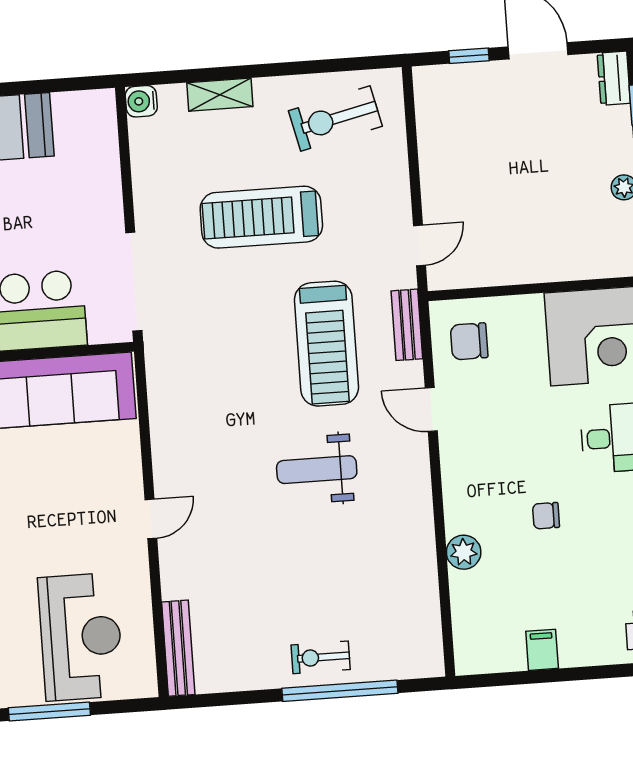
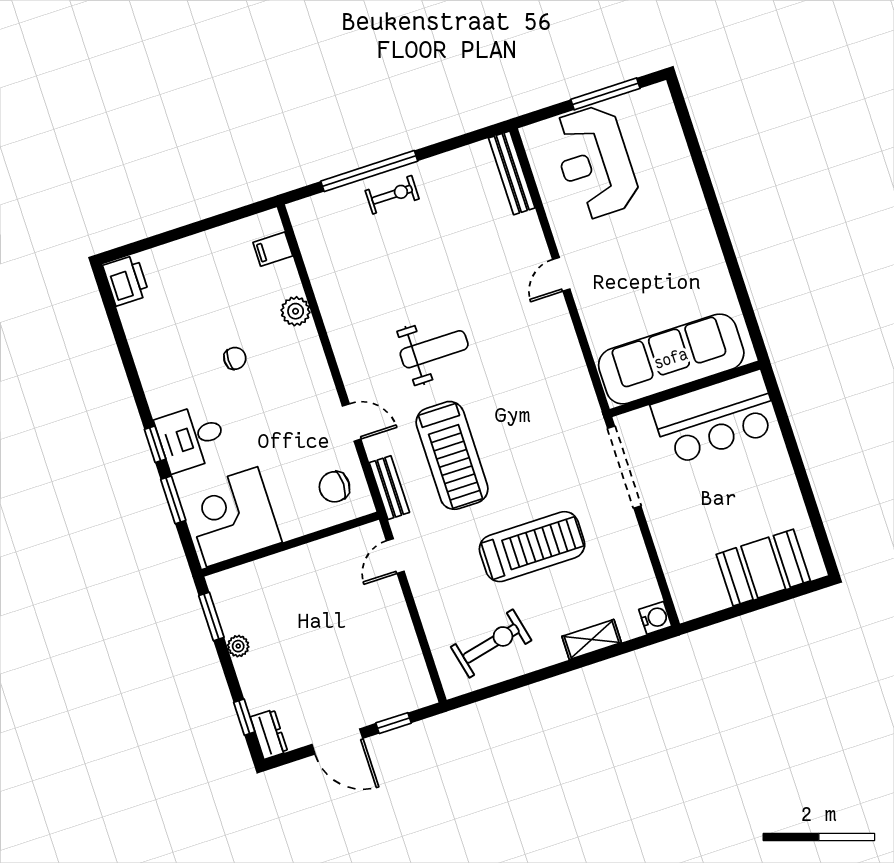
chair: (469, 341) -> (334, 487), turned 180
treadmill: (326, 344) -> (452, 455), turned 180
filing cabinet: (542, 650) -> (273, 249), moved, turned 90

